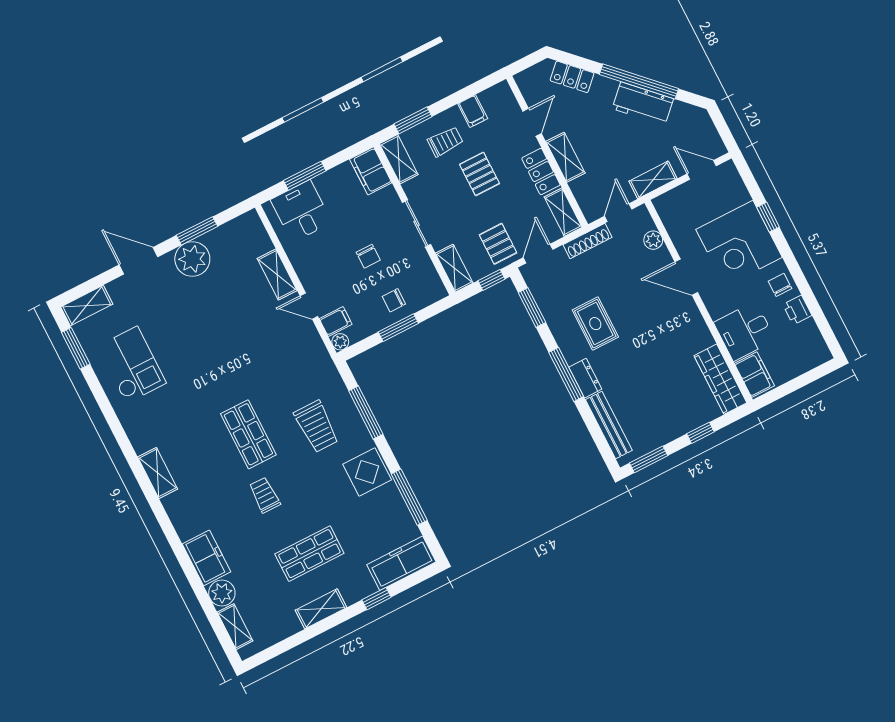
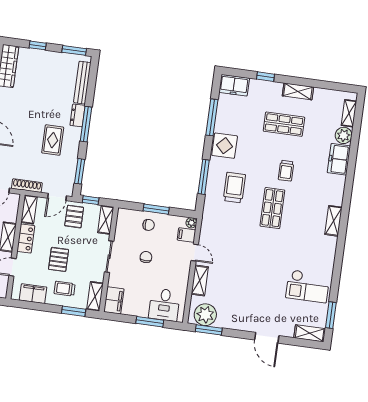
filing cabinet: (473, 111) -> (33, 294), width x2.00
window: (197, 231) -> (209, 330), moved
plant: (192, 259) -> (205, 315), moved
checkout: (132, 365) -> (308, 286), turned -90
freezer: (401, 563) -> (234, 85), width x0.71

